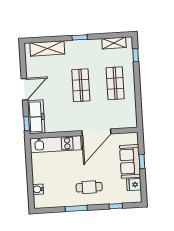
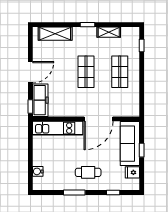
shelving: (114, 43) -> (109, 32), moved
sofa: (130, 161) -> (130, 144), width x1.36

